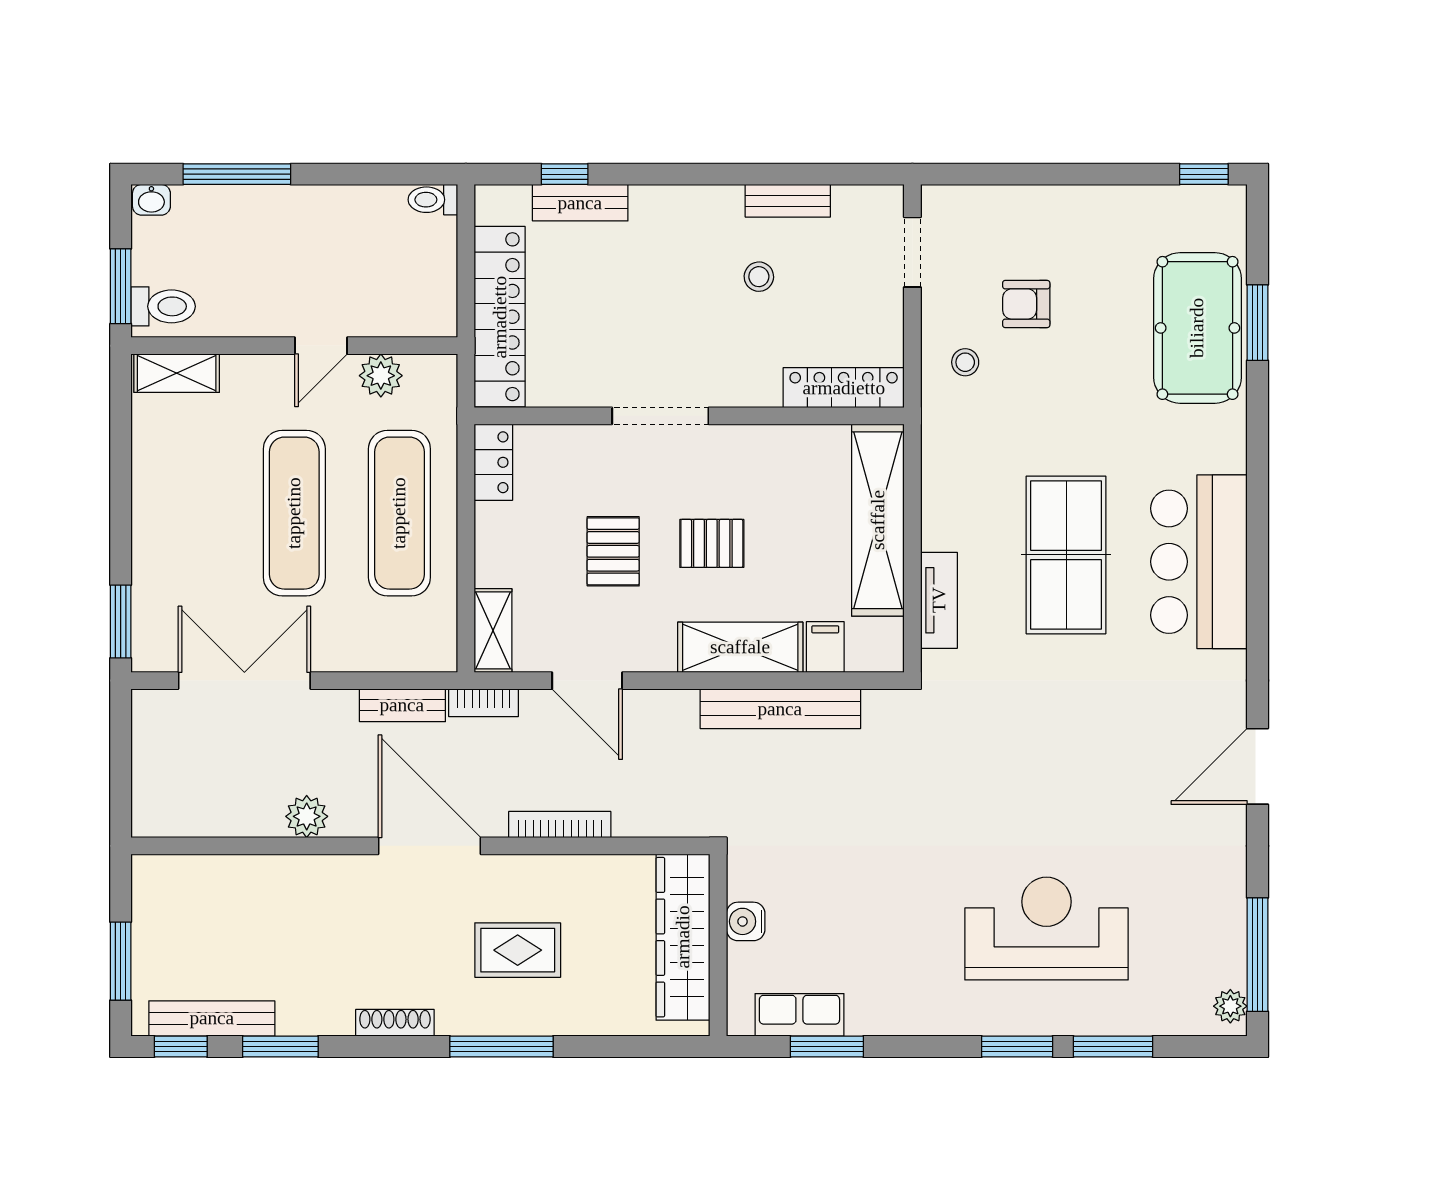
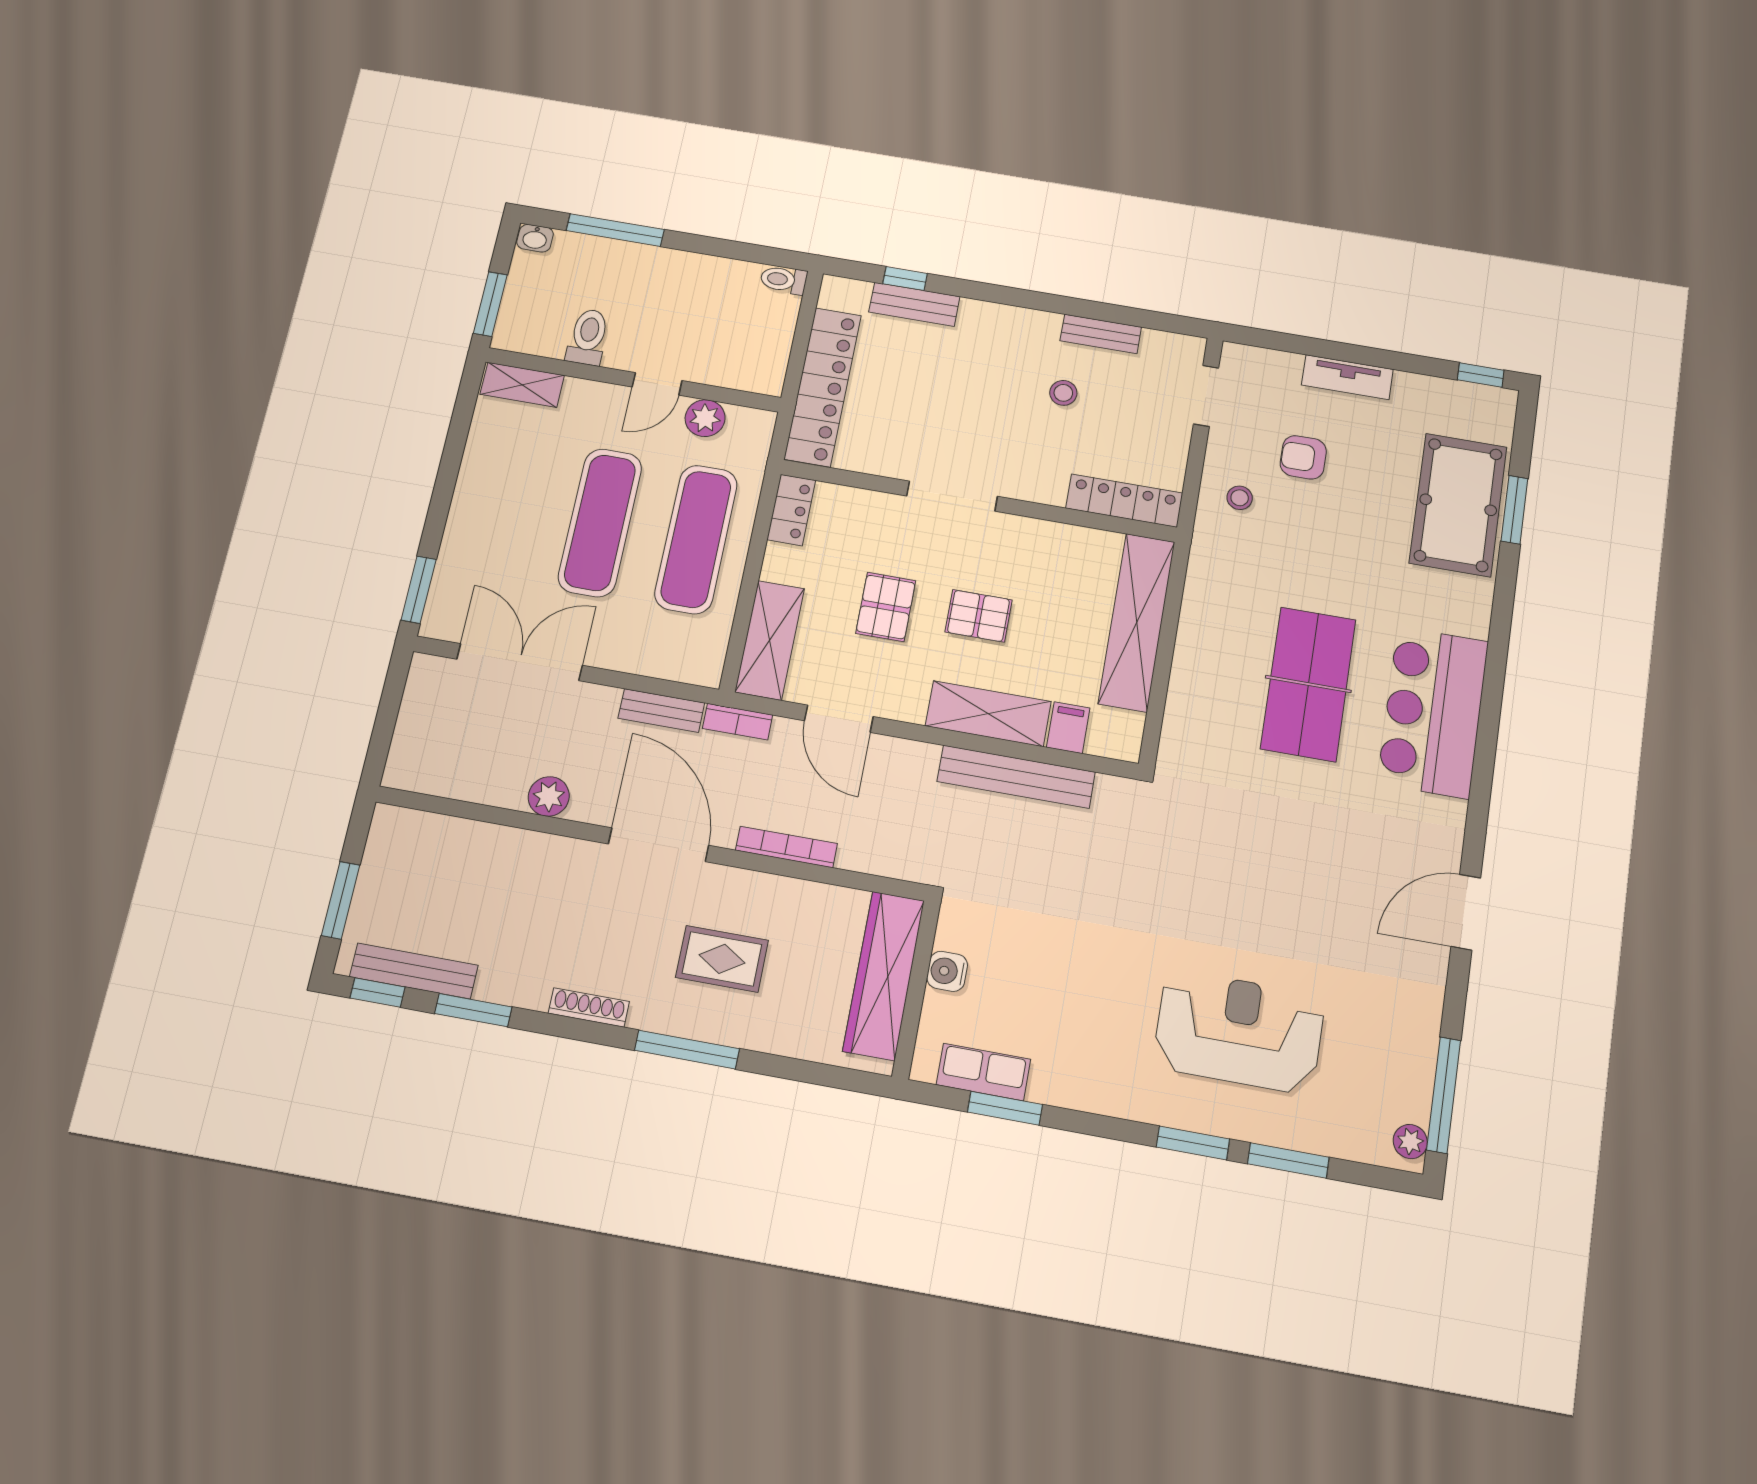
toilet: (163, 306) -> (588, 337), moved, turned -90
tv unit: (939, 600) -> (1347, 377), moved, turned 90
shelving: (493, 630) -> (770, 640), width x1.50, depth x1.33

